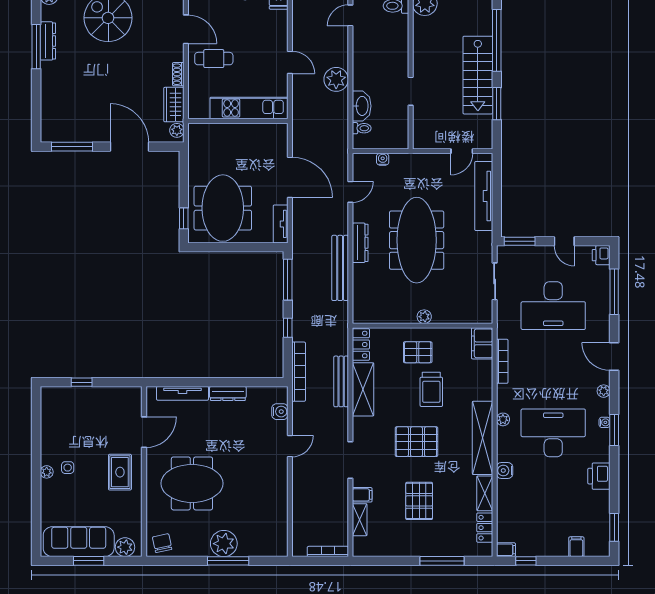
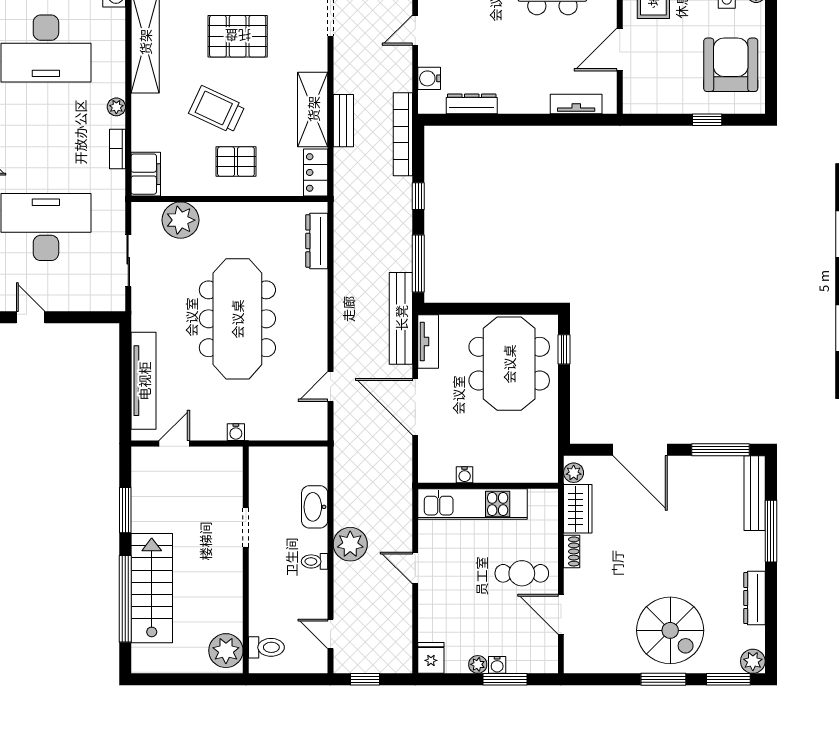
door: (350, 15) -> (330, 634), swing flipped
window: (36, 47) -> (771, 531), moved
stairs: (478, 75) -> (152, 588), moved
bench: (48, 116) -> (755, 493), added
toilet: (362, 128) -> (315, 561), moved
water cooler: (255, 129) -> (465, 475), added
water cooler: (383, 159) -> (236, 432), moved
window: (520, 241) -> (93, 317), removed
dresser: (360, 243) -> (317, 241), moved
bench: (340, 268) -> (401, 318), moved
plant: (424, 317) -> (180, 220), moved, width x1.87, depth x1.87
bookcase: (502, 361) -> (117, 149), width x0.64
bench: (341, 381) -> (343, 121), width x0.73
trolley: (431, 389) -> (217, 110), turned -65
tv unit: (183, 393) -> (576, 104), width x0.71
dresser: (228, 393) -> (472, 104), moved
plant: (503, 419) -> (116, 107), moved
armchair: (65, 421) -> (731, 65), added

